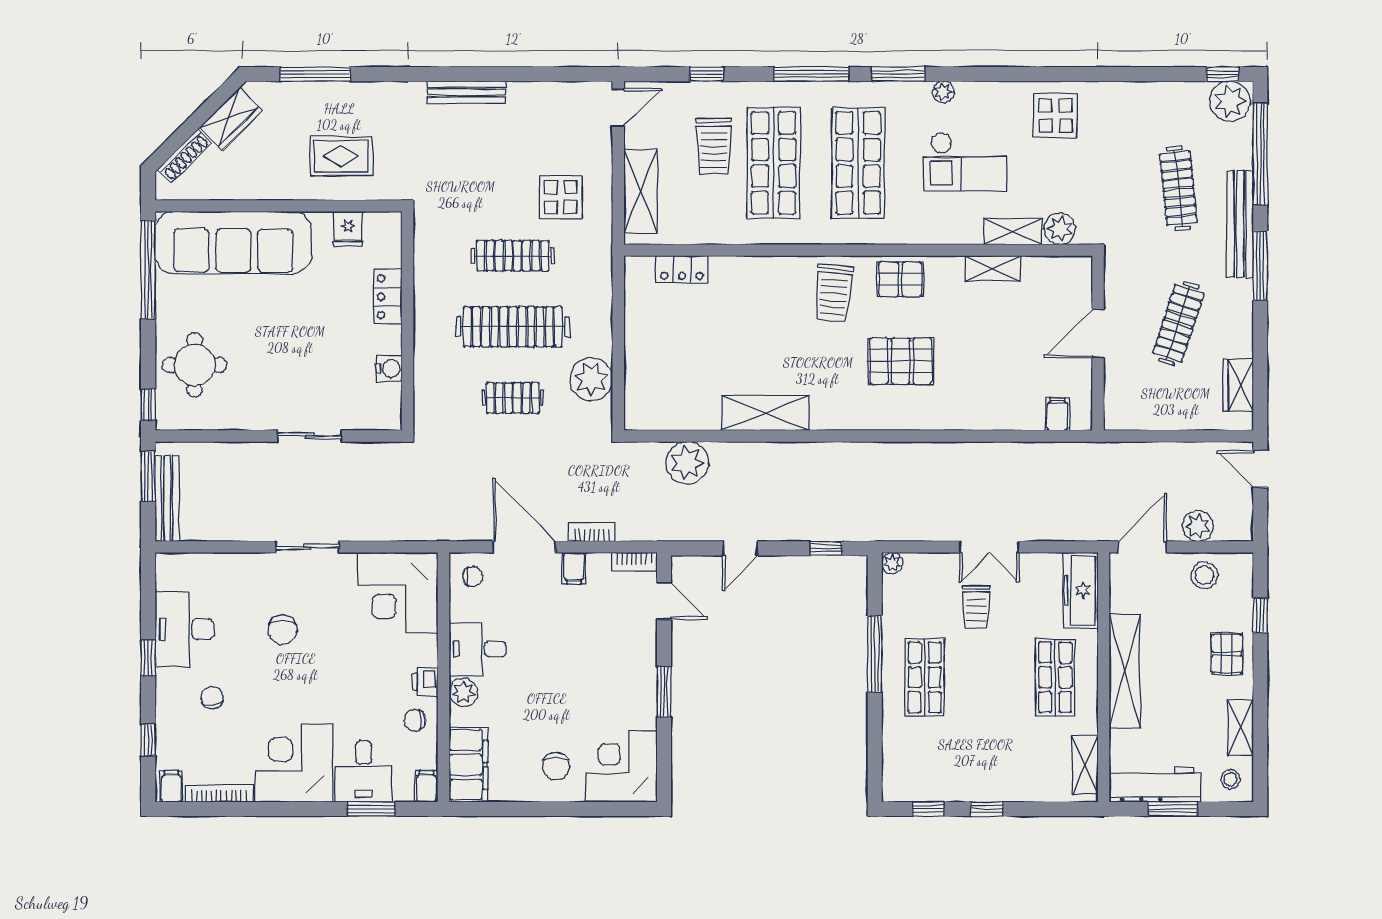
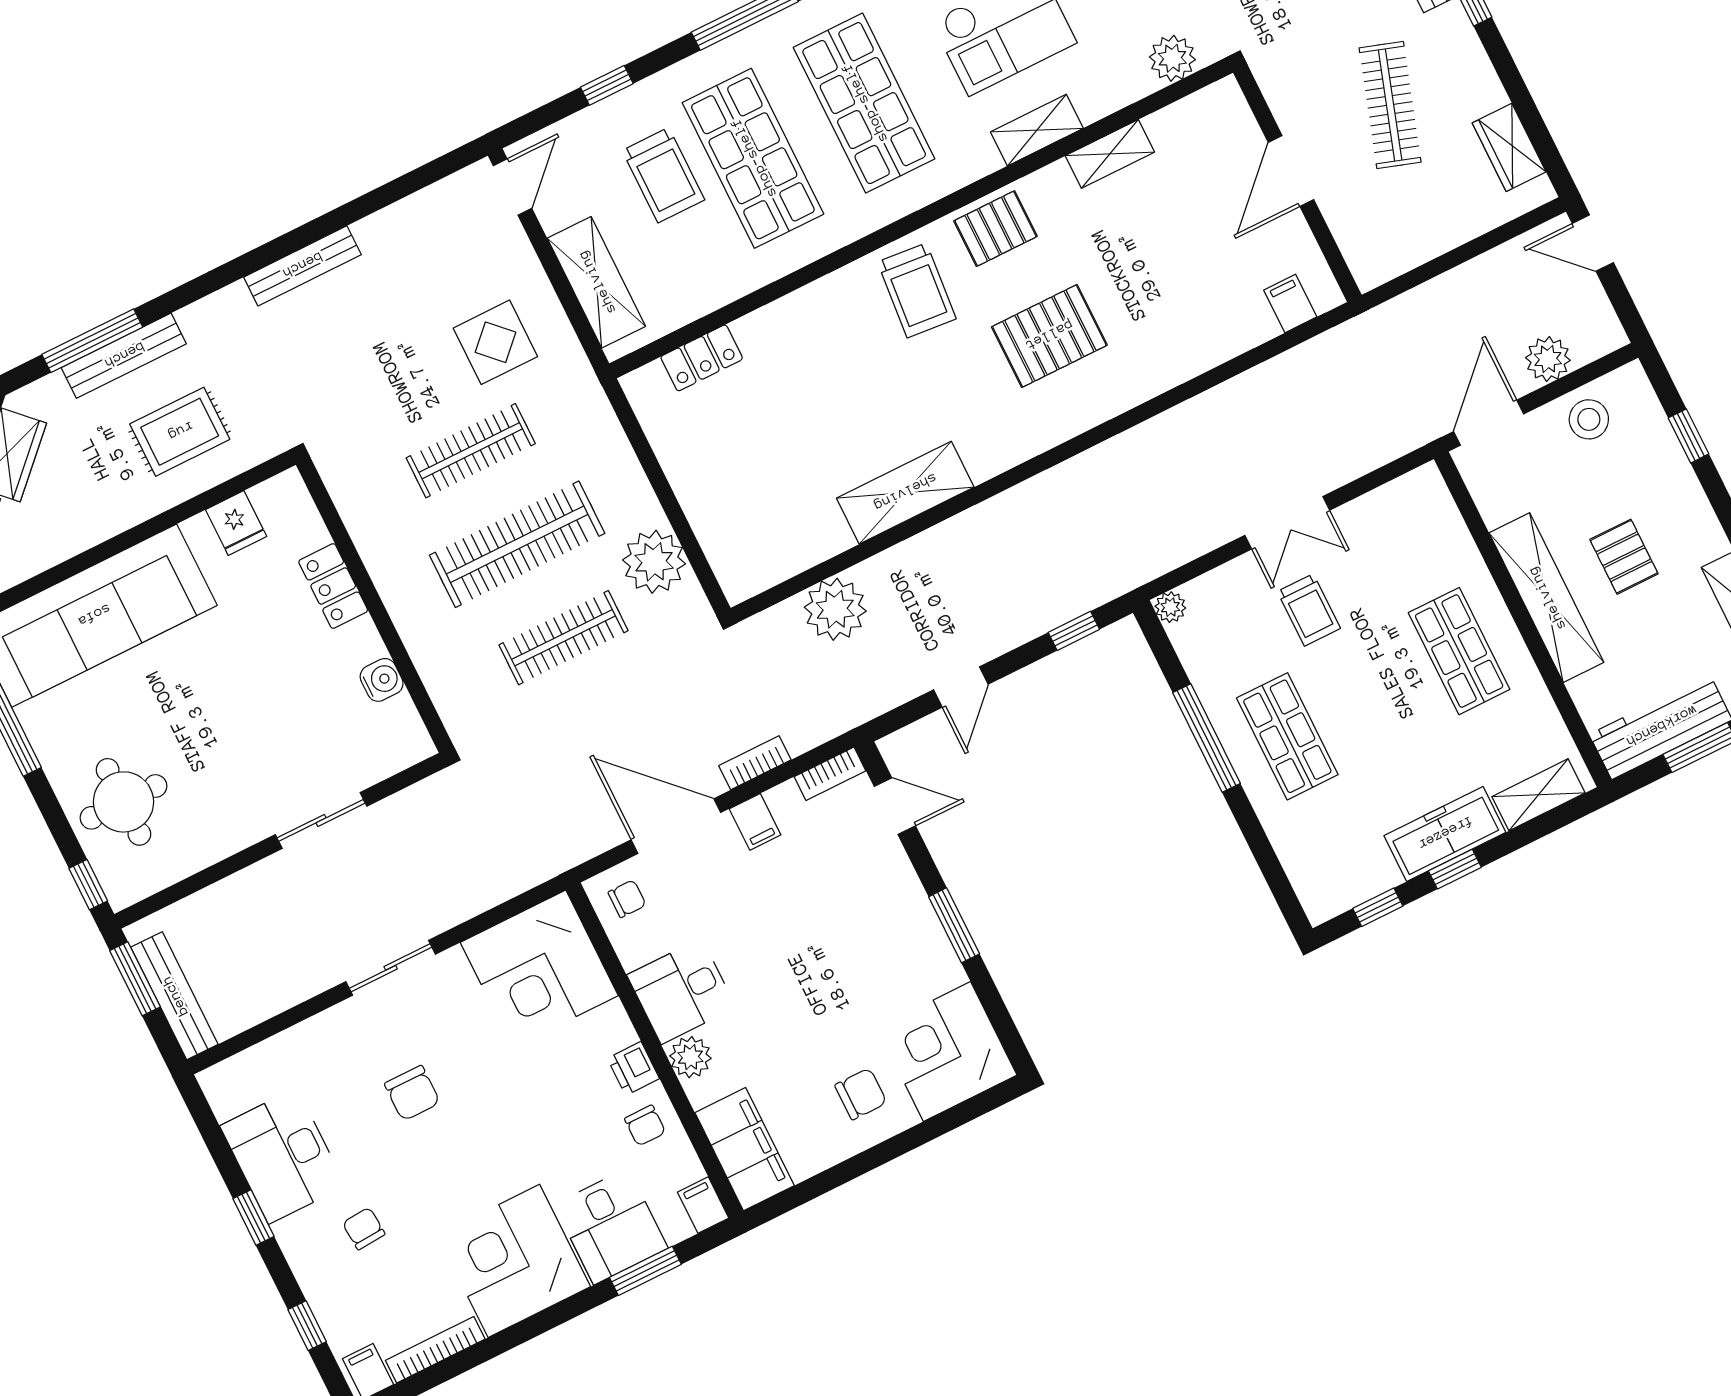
bench: (330, 93) -> (124, 356), added
shelving: (1013, 232) -> (1037, 130), moved
clothes rail: (513, 398) -> (564, 638), width x1.36
freezer: (1081, 590) -> (1445, 834), moved, turned 90
pallet: (1227, 654) -> (1624, 557), moved
chair: (415, 720) -> (645, 1126), turned -85
shelving: (1085, 765) -> (1538, 795), moved, turned 90
chair: (556, 766) -> (861, 1094), turned -90

